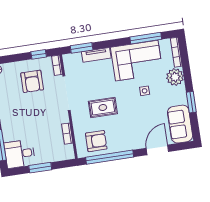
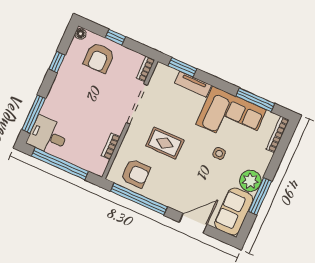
window: (39, 54) -> (115, 37), moved
plant: (175, 77) -> (250, 181), moved
armchair: (32, 81) -> (99, 58), moved
window: (191, 102) -> (260, 196), width x1.44
window: (40, 168) -> (60, 164), width x2.11

